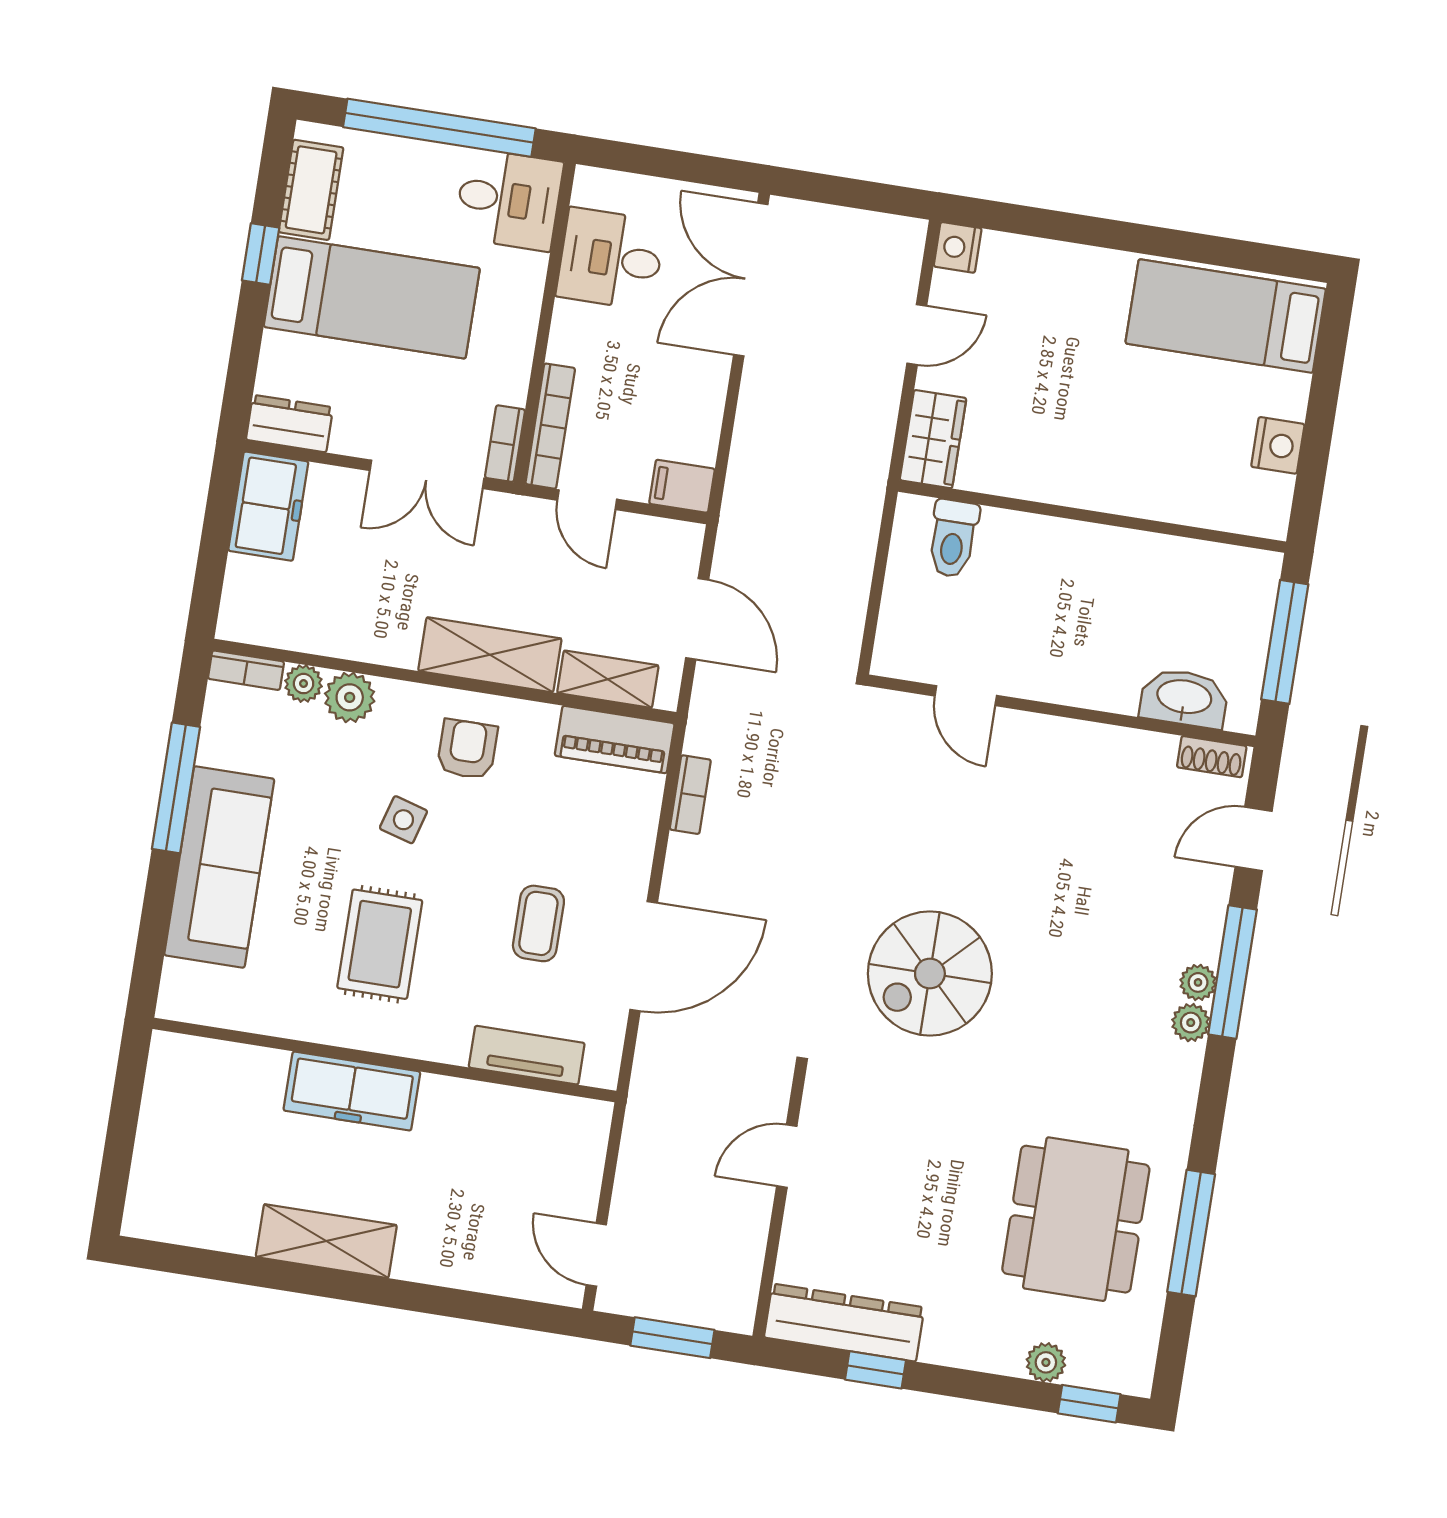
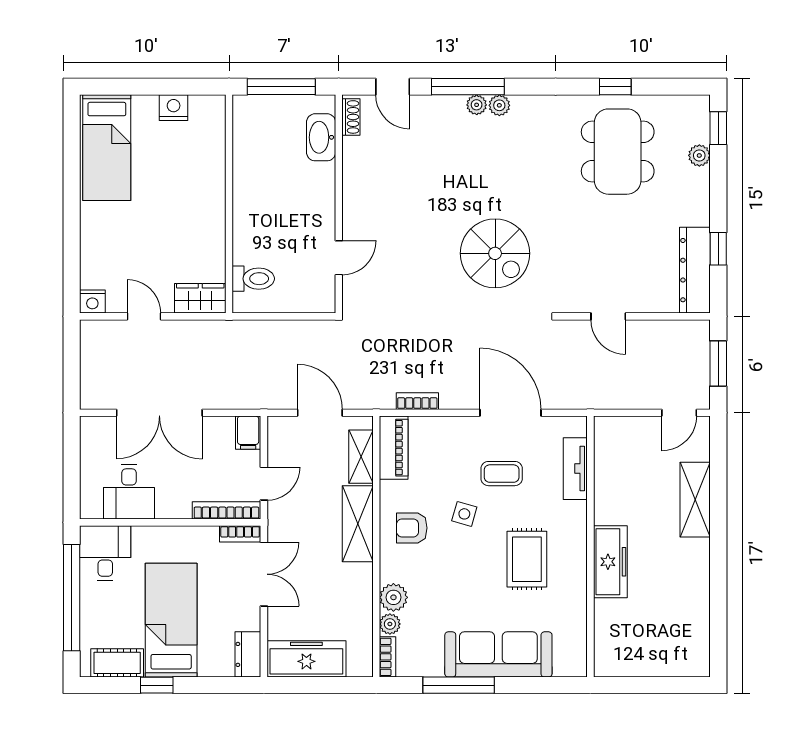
double door: (751, 279) -> (159, 413), moved
freezer: (268, 506) -> (306, 659), width x1.40
door: (697, 619) -> (320, 413), hinge flipped
side table: (403, 820) -> (464, 514), moved
rug: (380, 944) -> (527, 559), turned 90
dining table: (1076, 1219) -> (618, 152), turned 90
window: (1191, 1233) -> (615, 87), width x0.46
shelving: (326, 1241) -> (695, 500), moved

